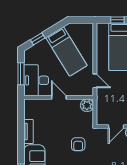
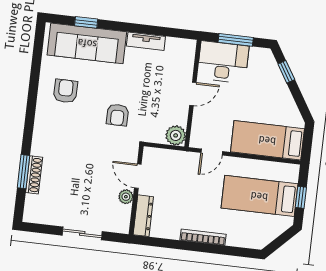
bed: (66, 51) -> (267, 140), moved, turned 32
armchair: (78, 144) -> (117, 115), turned -90

